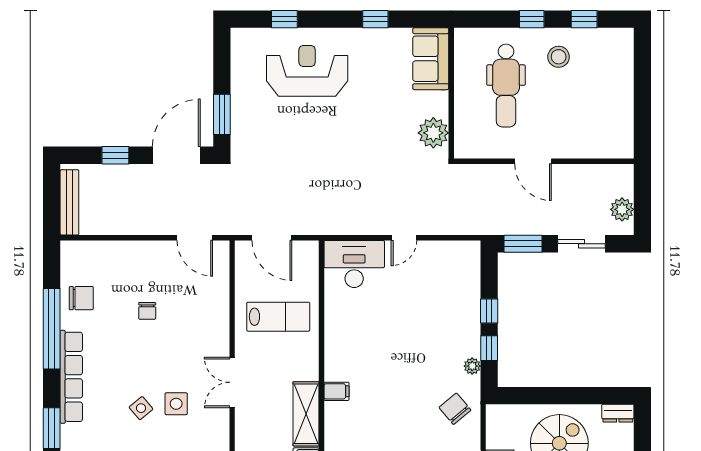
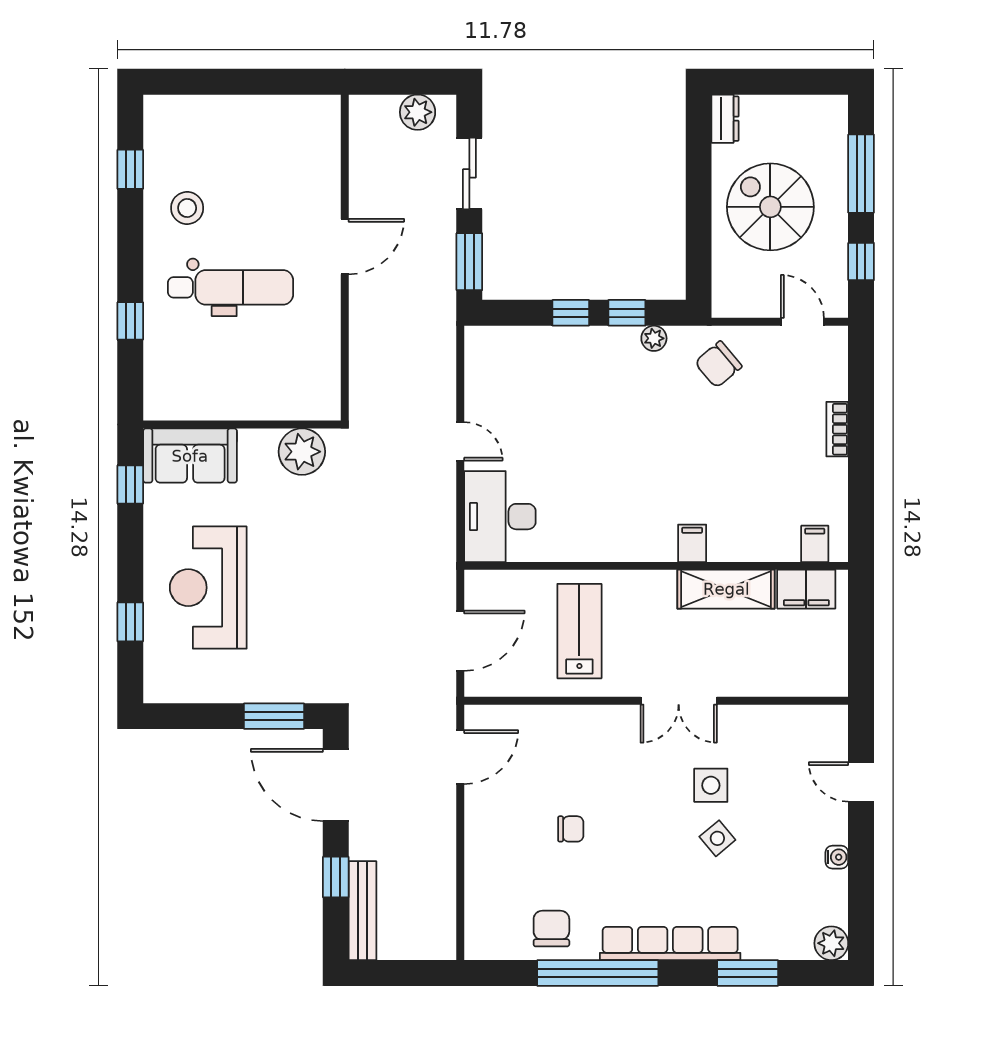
window: (532, 19) -> (130, 321), moved
sofa: (431, 59) -> (190, 456), moved
wall: (451, 93) -> (242, 425), moved
plant: (433, 133) -> (302, 452), moved
bench: (69, 202) -> (362, 911), moved, turned 90

